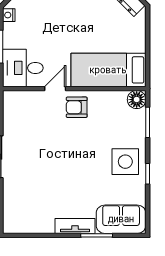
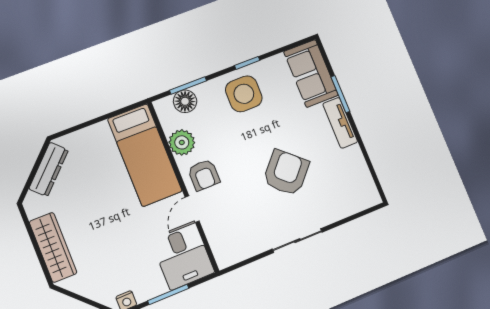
door: (55, 89) -> (192, 209), hinge flipped
floor lamp: (137, 100) -> (185, 101), moved
plant: (107, 101) -> (182, 142), added
armchair: (54, 169) -> (286, 173), added

